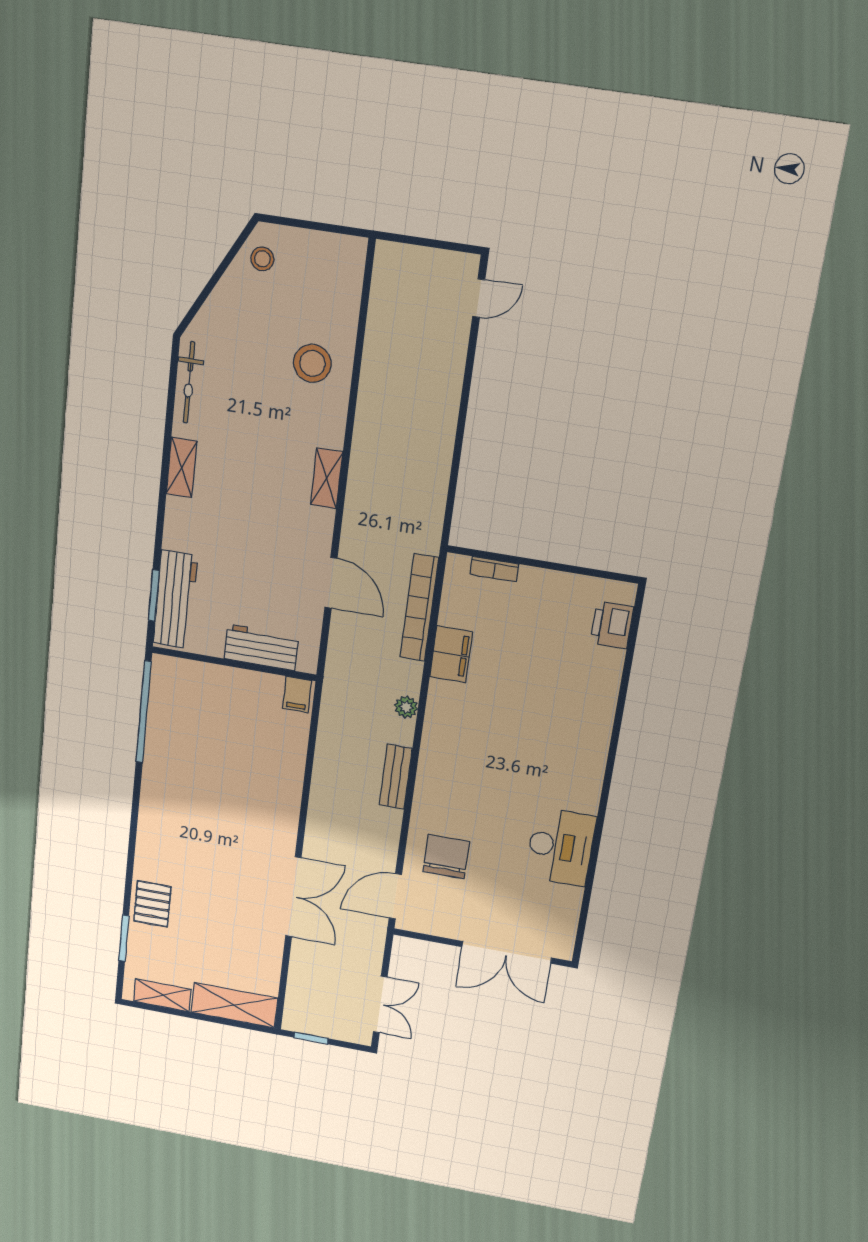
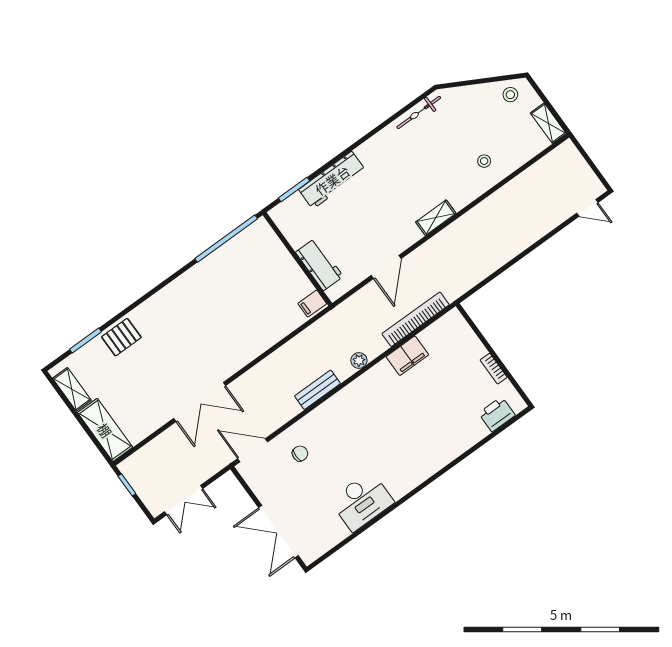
stool: (312, 363) -> (484, 161), width x0.53, depth x0.53
shelving: (182, 468) -> (548, 123), moved, turned 90
bookcase: (494, 569) -> (494, 369), moved
workbench: (175, 600) -> (332, 180), moved
chair: (446, 856) -> (300, 454), width x0.54, depth x0.54

